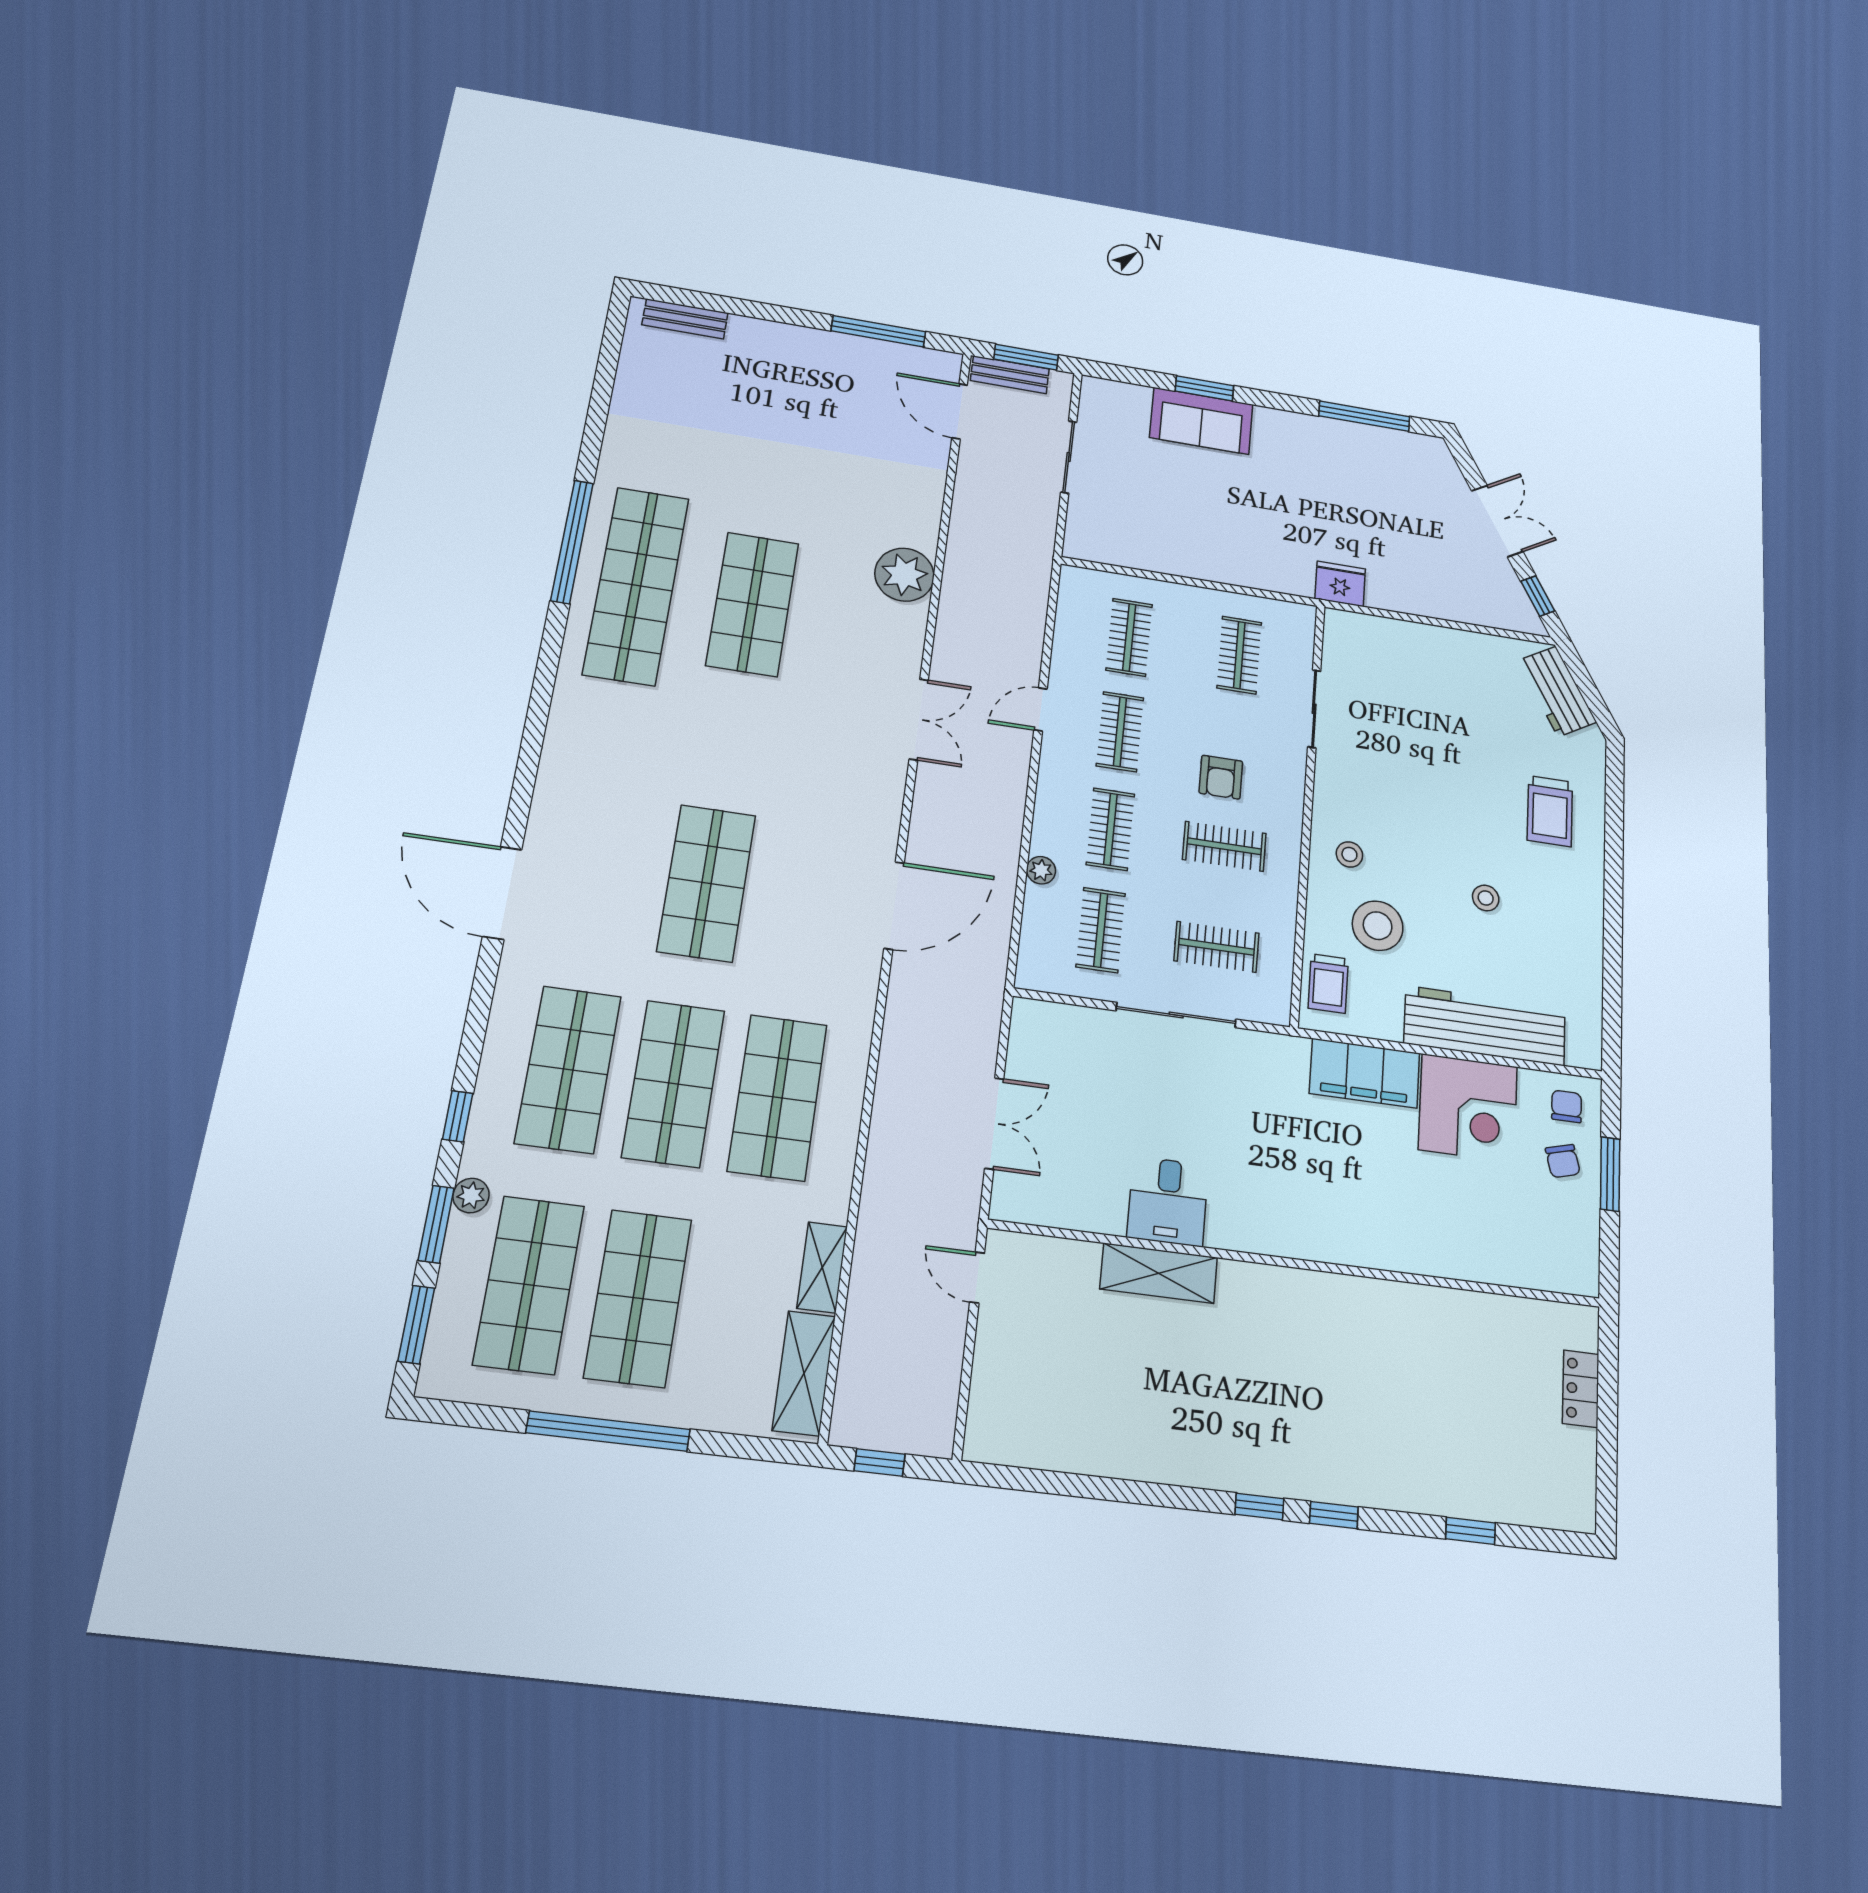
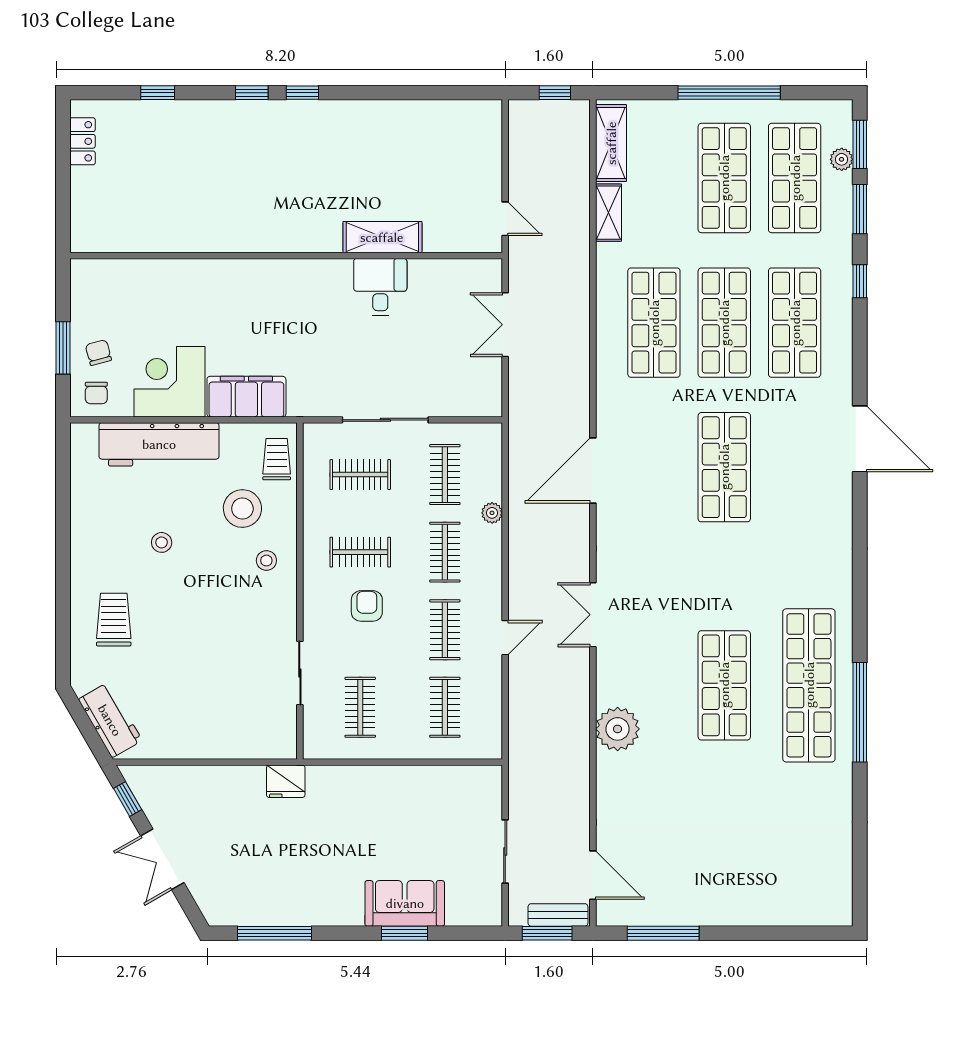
bench: (685, 319) -> (809, 914), removed
plant: (471, 1196) -> (842, 159), moved
locker: (1581, 1389) -> (82, 141), moved

